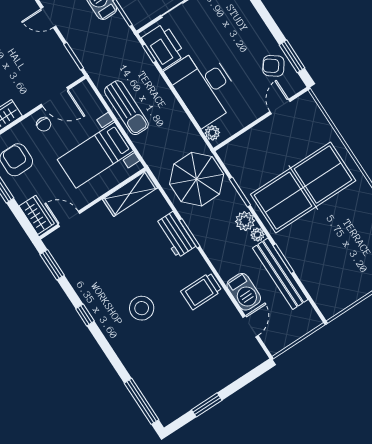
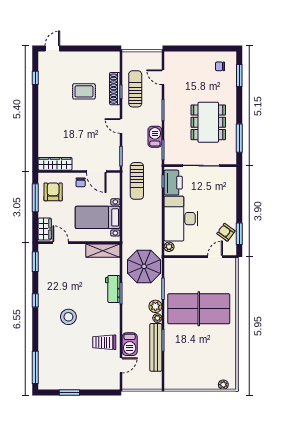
sun lounger: (126, 108) -> (137, 181), moved
trolley: (201, 291) -> (104, 342), moved

